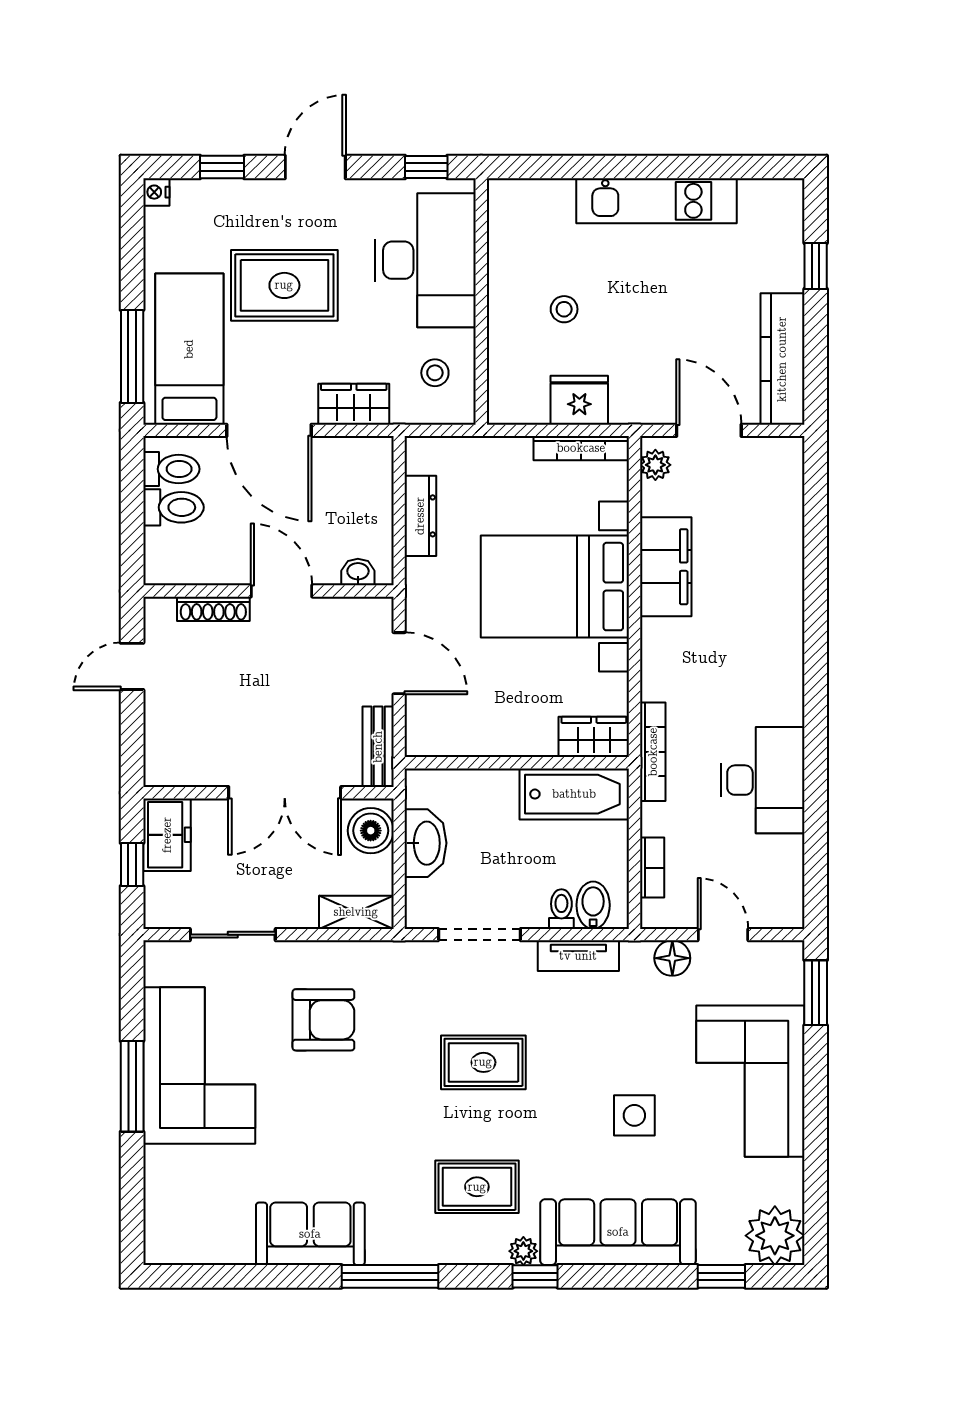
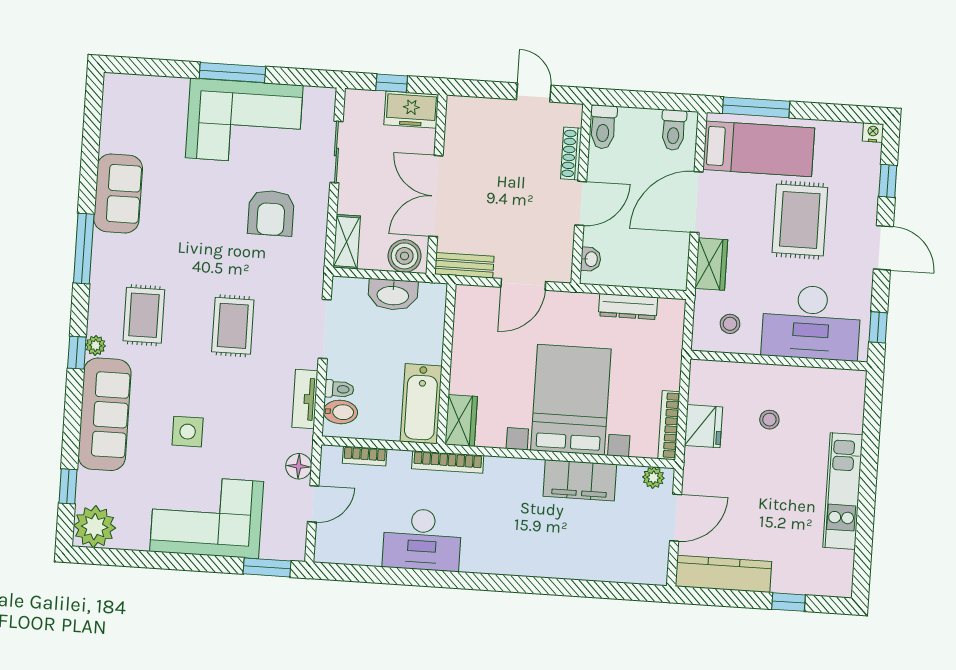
toilet: (173, 507) -> (603, 127), moved

